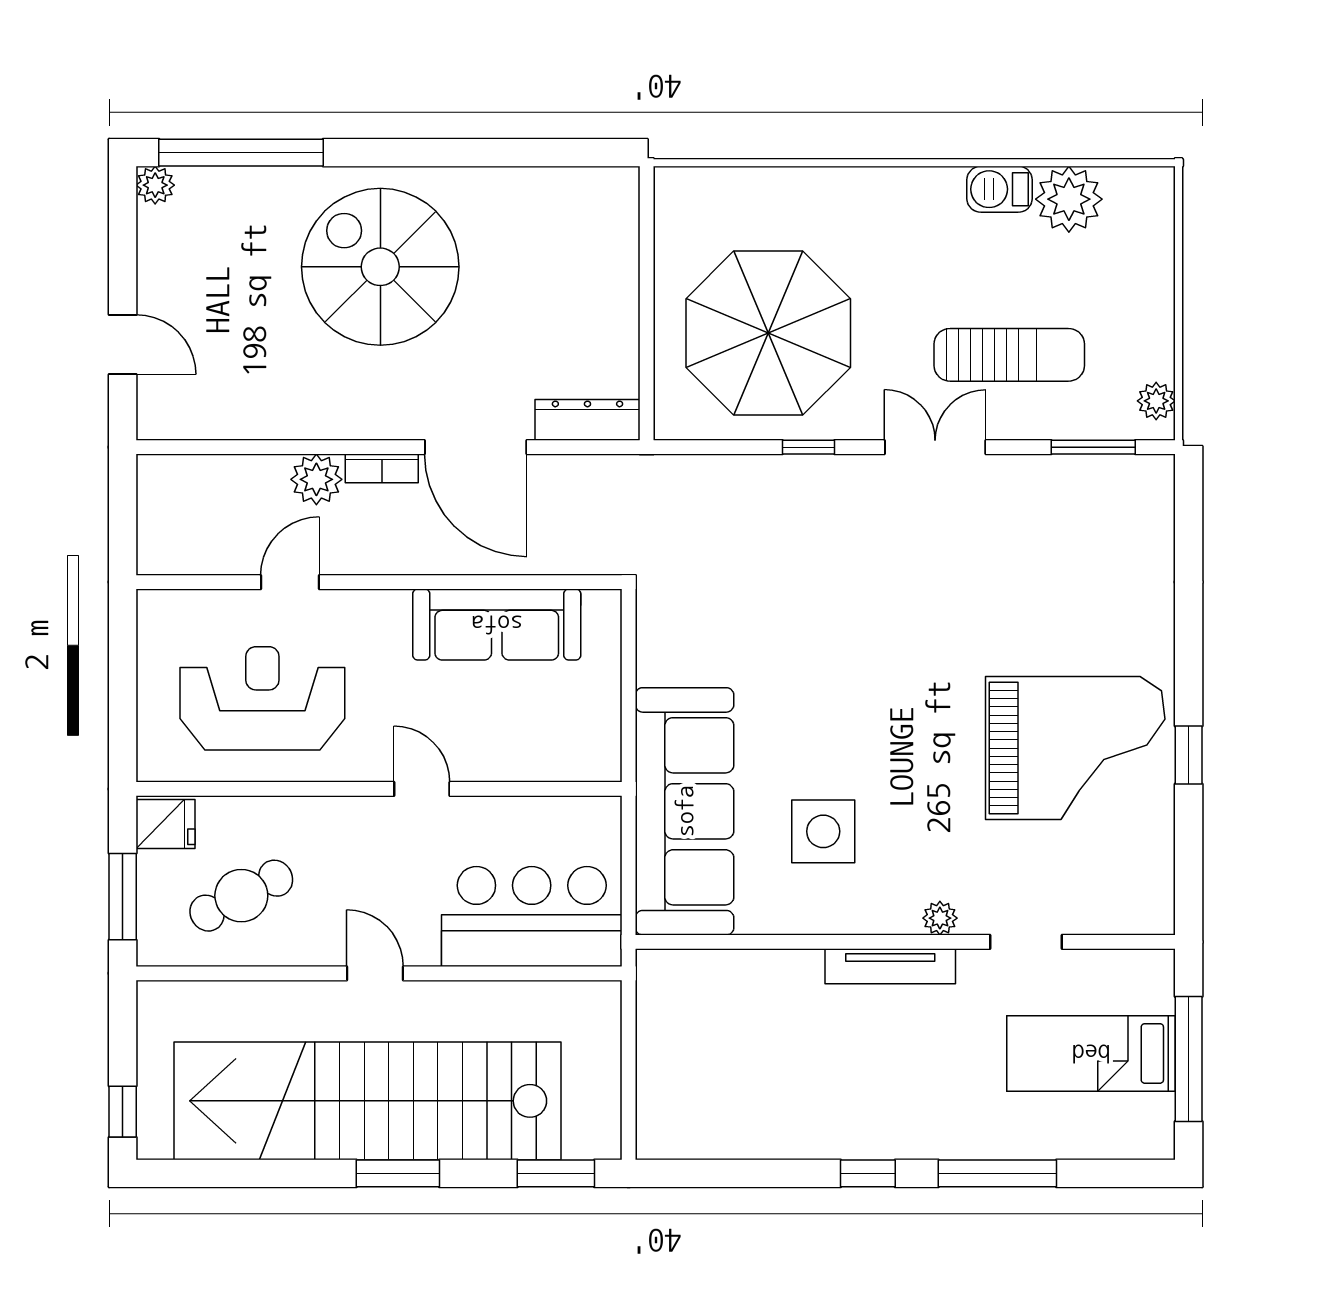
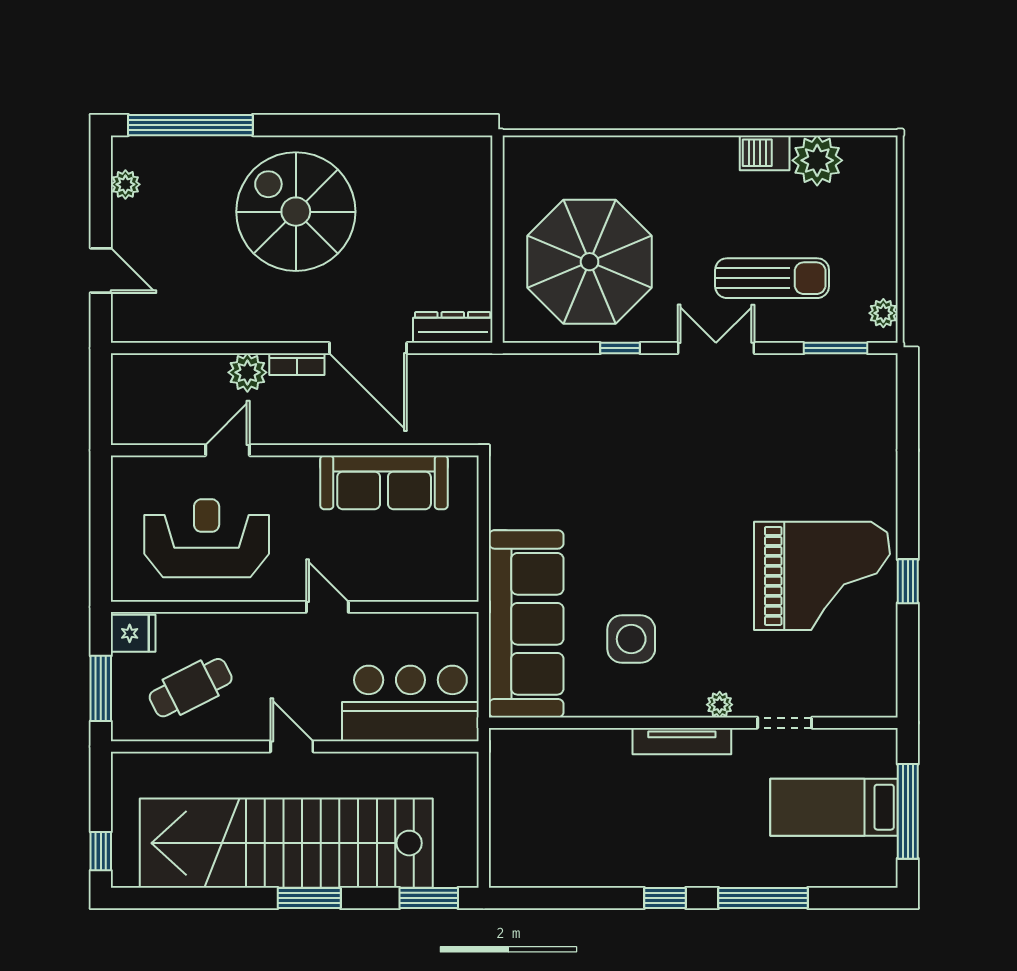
plant: (155, 185) -> (125, 184), moved

